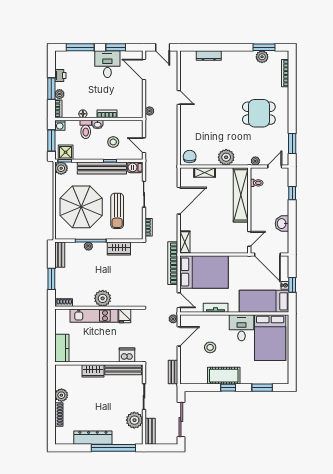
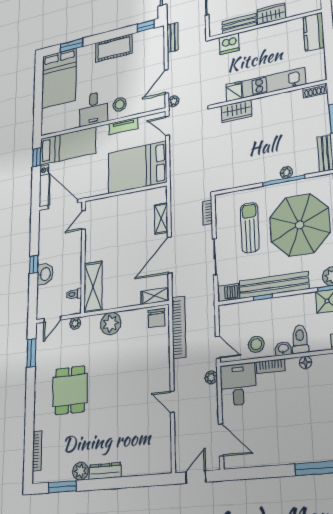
window: (116, 47) -> (263, 472), removed
door: (163, 47) -> (196, 477), hinge flipped
dresser: (209, 56) -> (105, 471), moved
plant: (262, 57) -> (80, 471), moved
desk: (107, 64) -> (238, 384), moved, turned 180
dining table: (259, 113) -> (70, 390), turned 90
stool: (113, 142) -> (256, 344), moved
door: (144, 145) -> (218, 347), moved
shelving: (205, 173) -> (155, 296), moved
window: (292, 193) -> (34, 264), moved
shelving: (241, 195) -> (93, 287), width x0.68
washbasin: (282, 224) -> (45, 274), moved
shelving: (185, 242) -> (161, 218), moved
wardrobe: (119, 248) -> (237, 111), moved, turned 180
bookcase: (173, 263) -> (179, 327), moved
window: (292, 285) -> (37, 157), moved
plant: (103, 298) -> (263, 107), removed
bed: (270, 338) -> (59, 78), moved, turned 180
stool: (210, 347) -> (120, 104), moved
bench: (123, 370) -> (239, 24), width x0.73
window: (228, 388) -> (146, 26), moved

